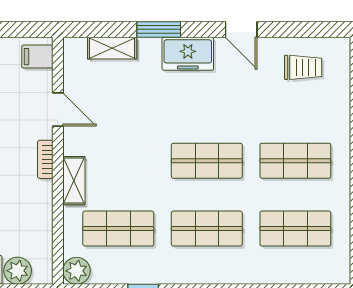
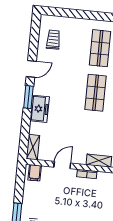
window: (159, 29) -> (28, 97), moved
shelving: (112, 48) -> (33, 147), moved
freezer: (188, 54) -> (40, 109), moved

